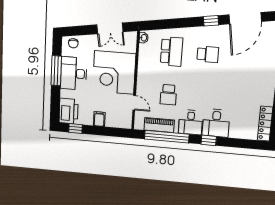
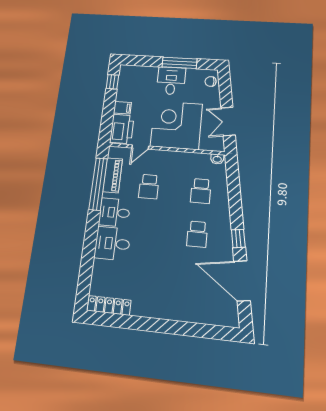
school desk: (172, 52) -> (201, 191), width x0.54
desk: (74, 73) -> (171, 81), width x0.73
school desk: (168, 95) -> (149, 187), turned -90
printer: (69, 111) -> (122, 129), moved, turned -90
window: (209, 140) -> (91, 234), removed

